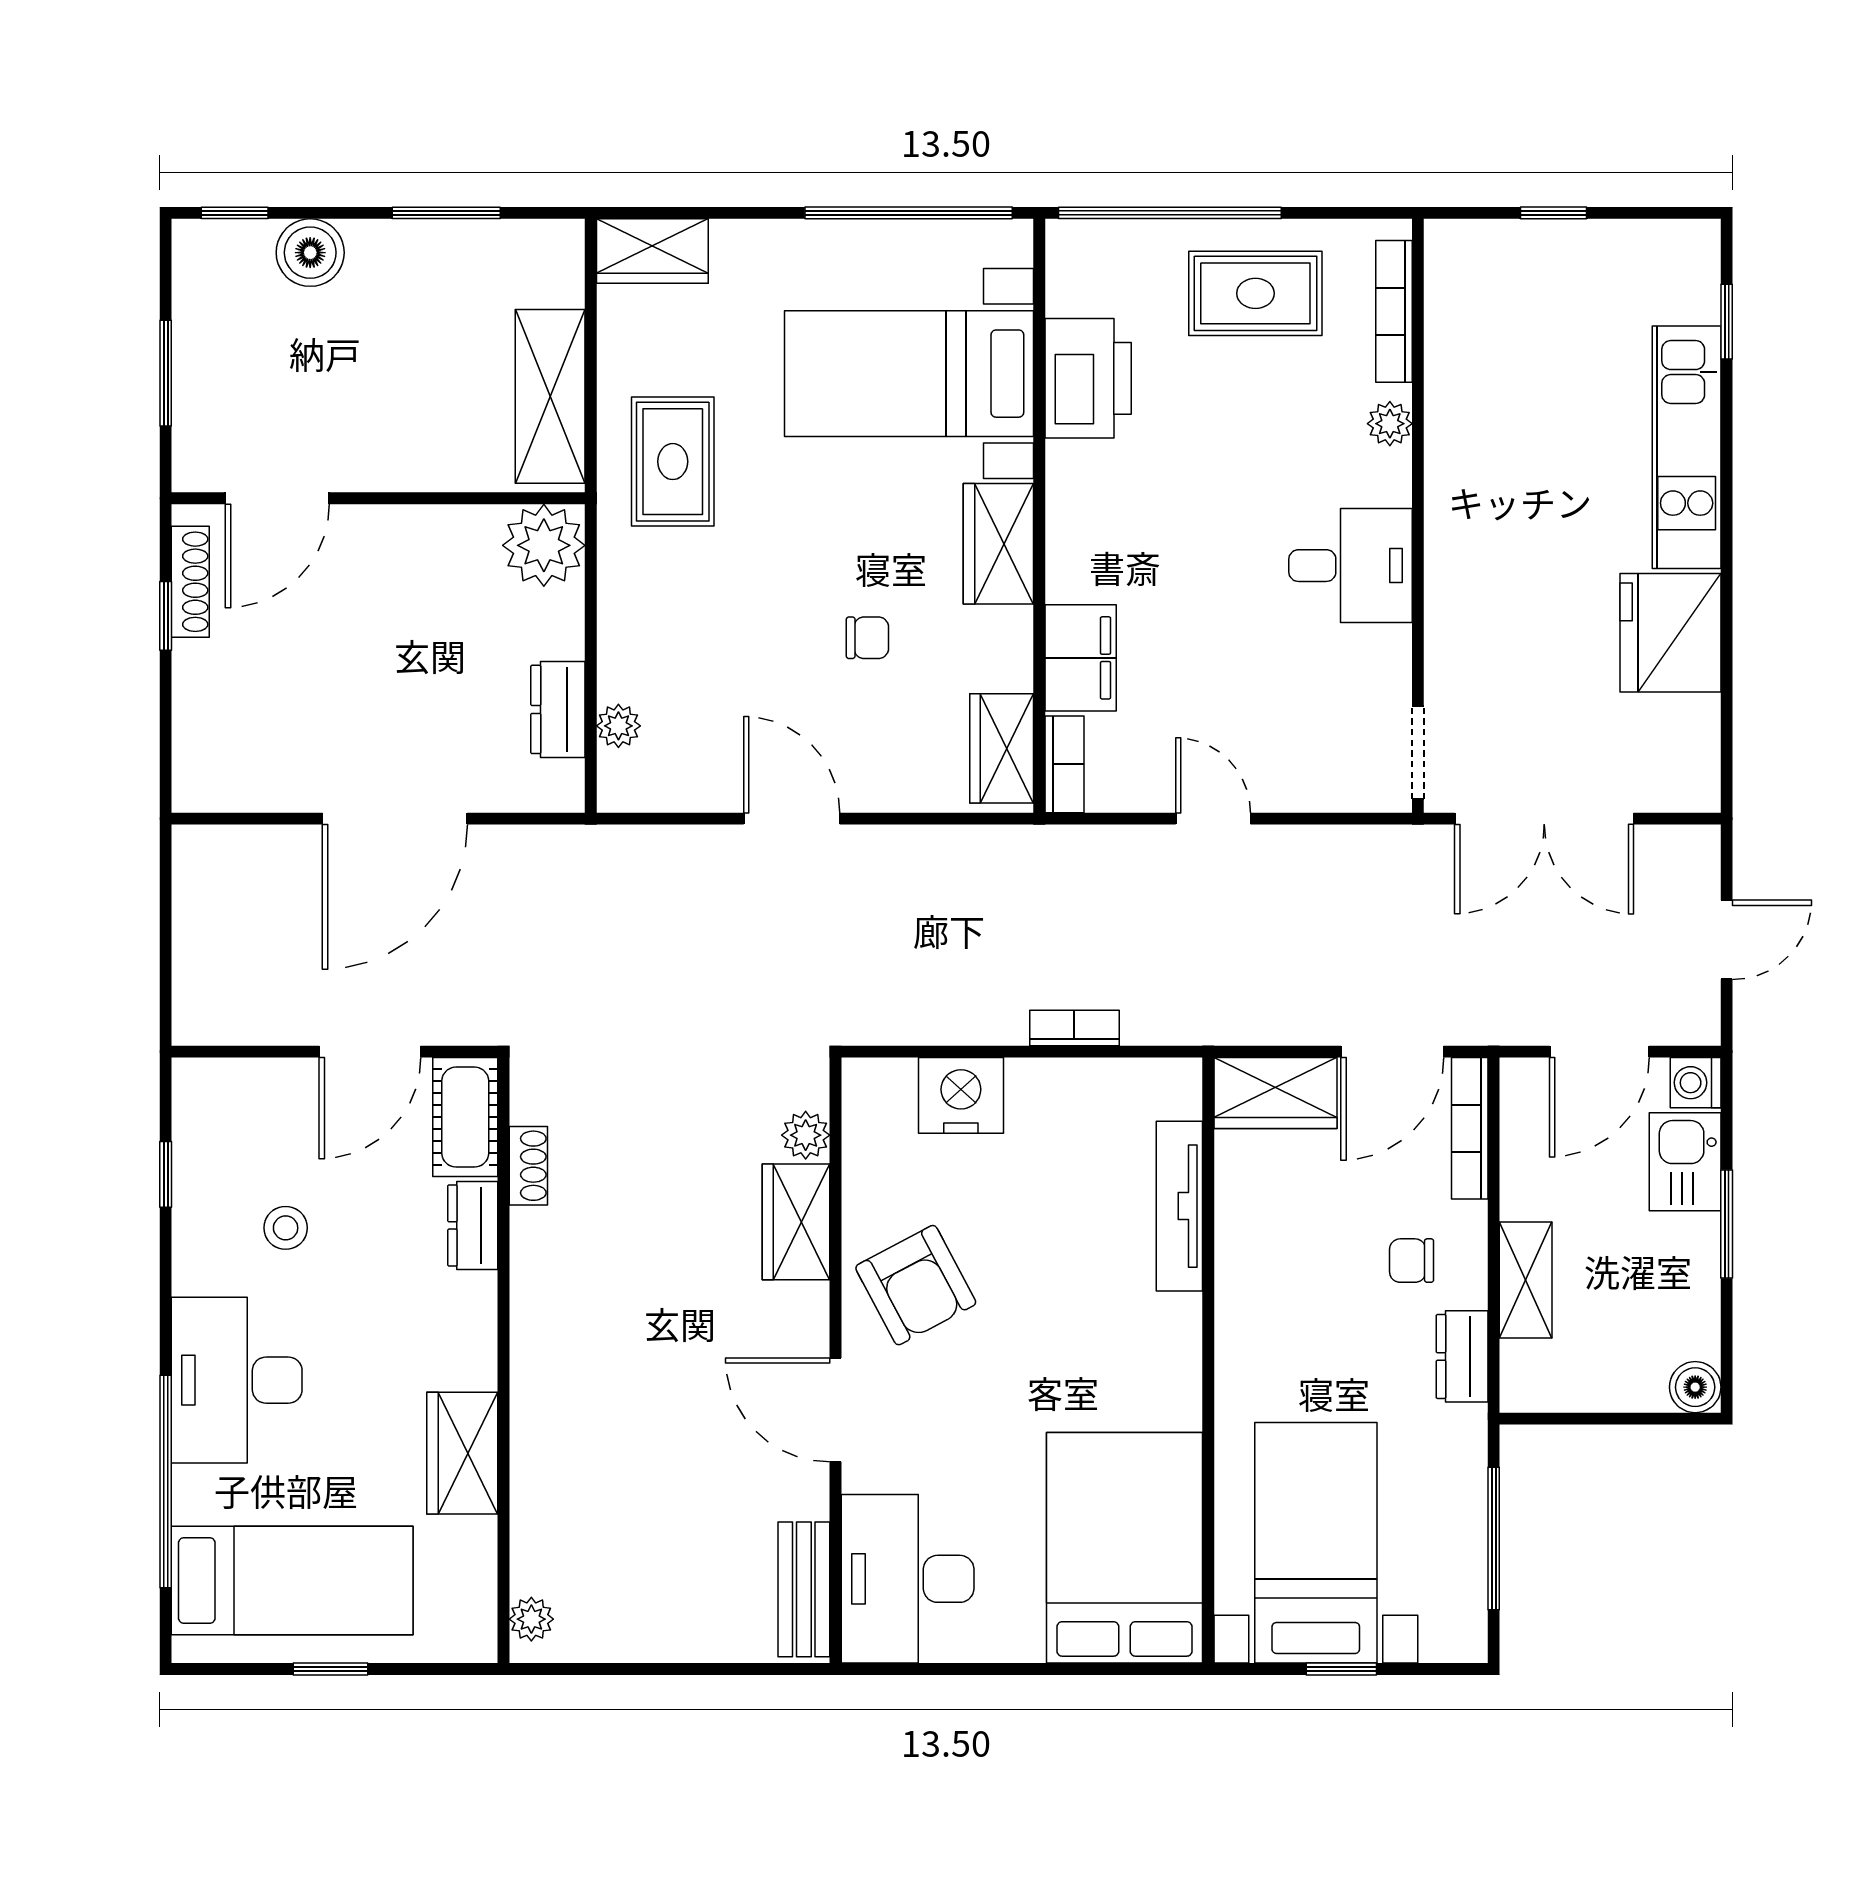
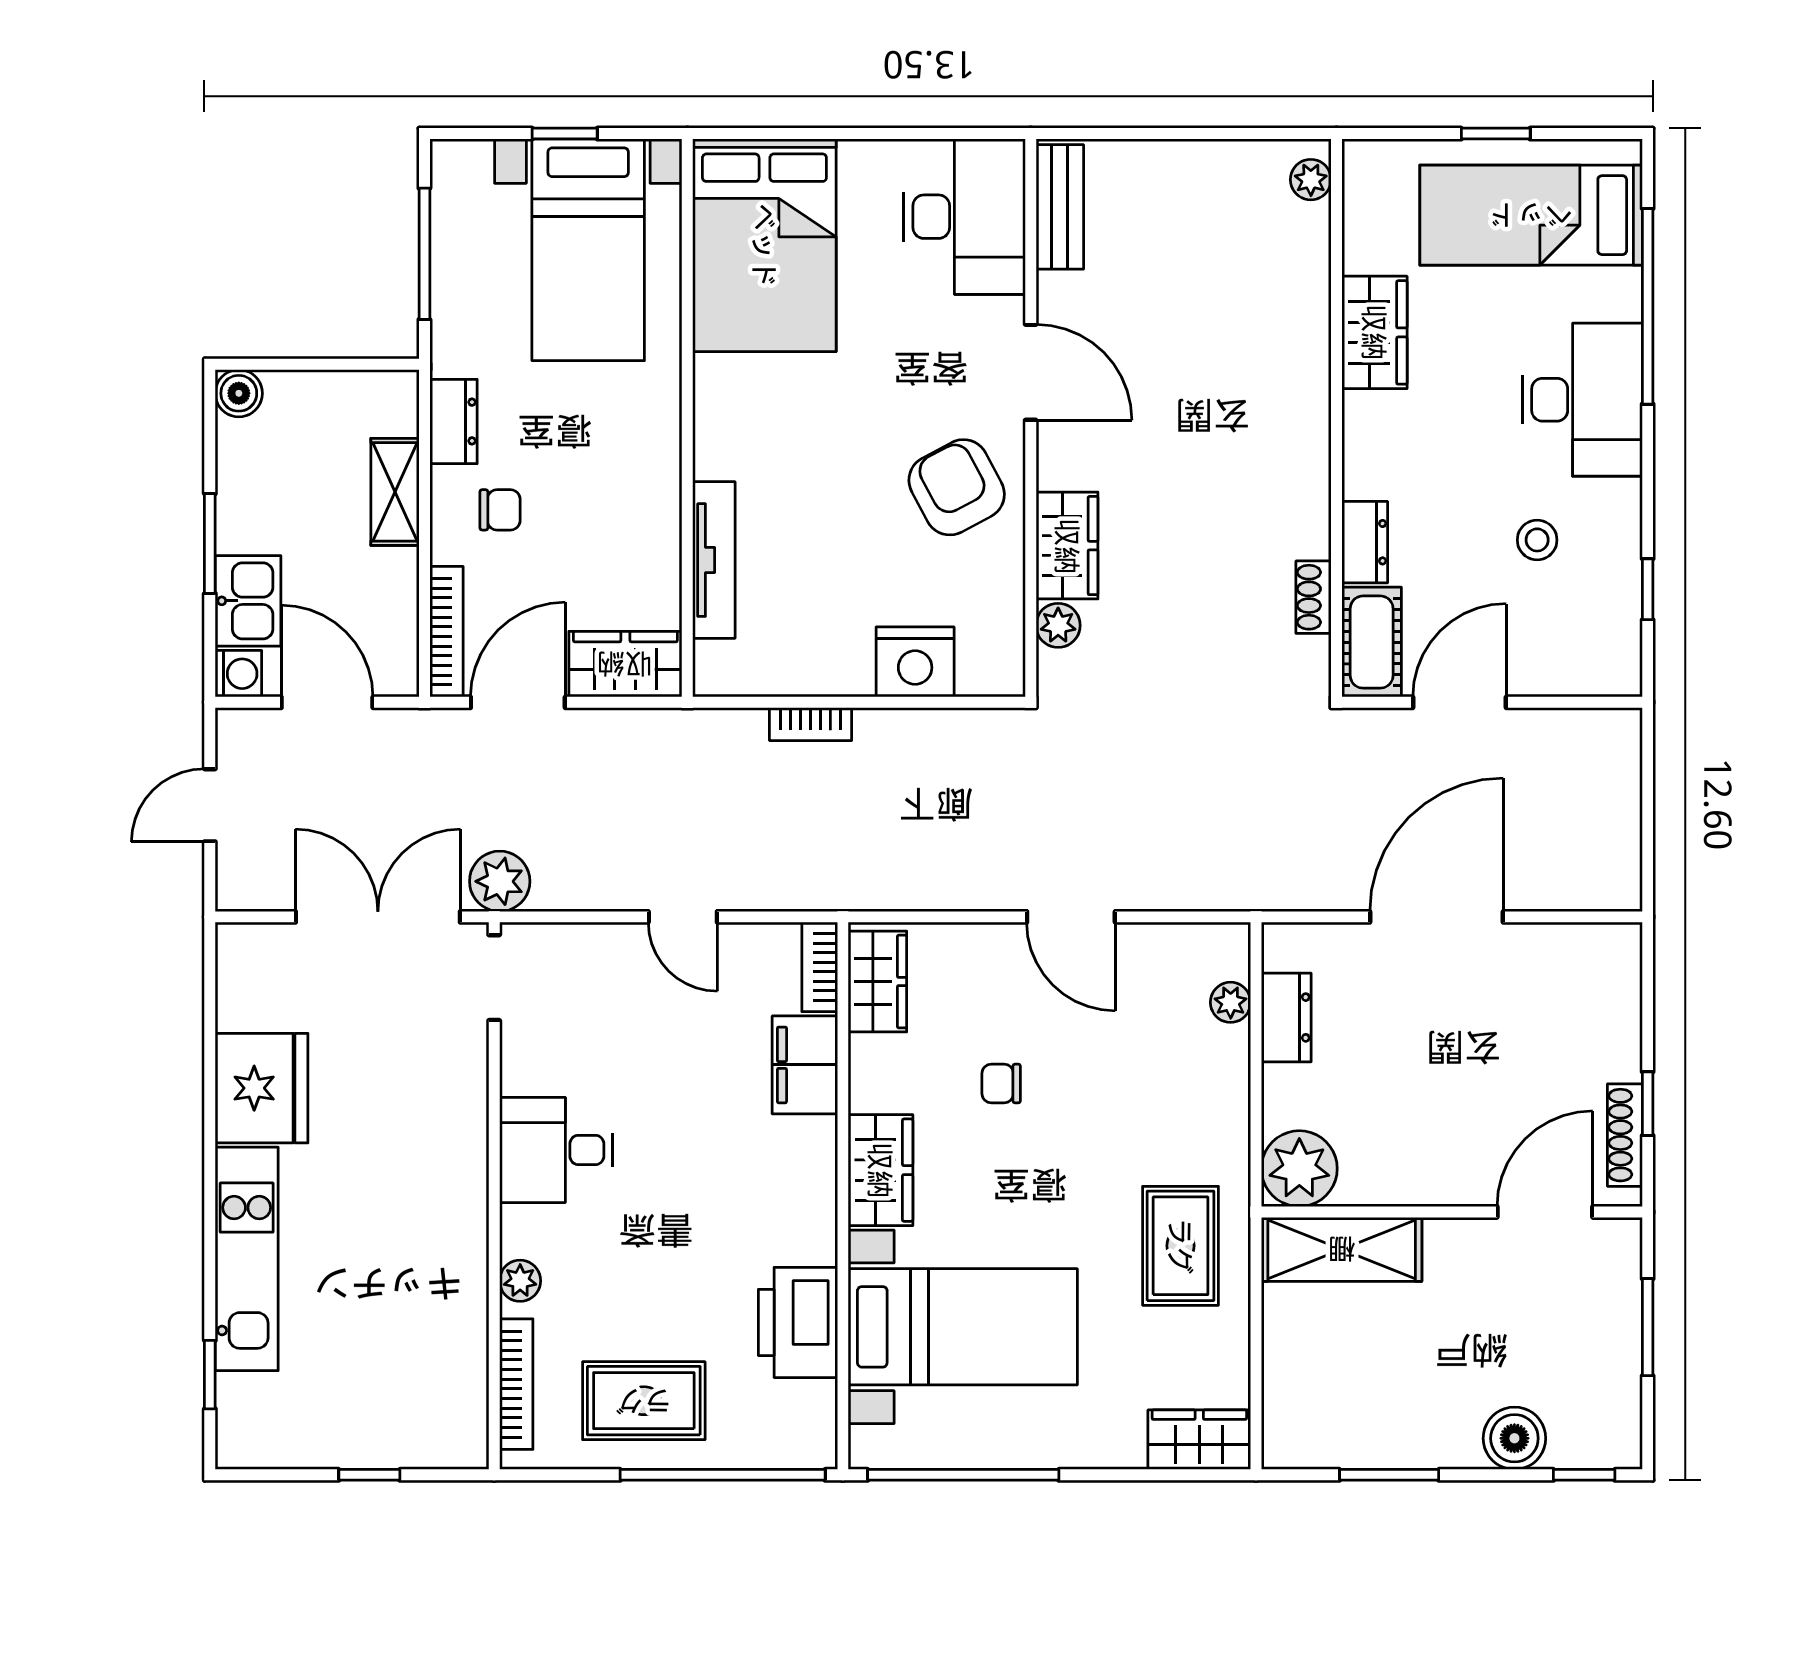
shelving: (550, 396) -> (1342, 1249), moved, turned 90
plant: (1412, 857) -> (500, 881), added
door: (1599, 1052) -> (327, 702), hinge flipped

